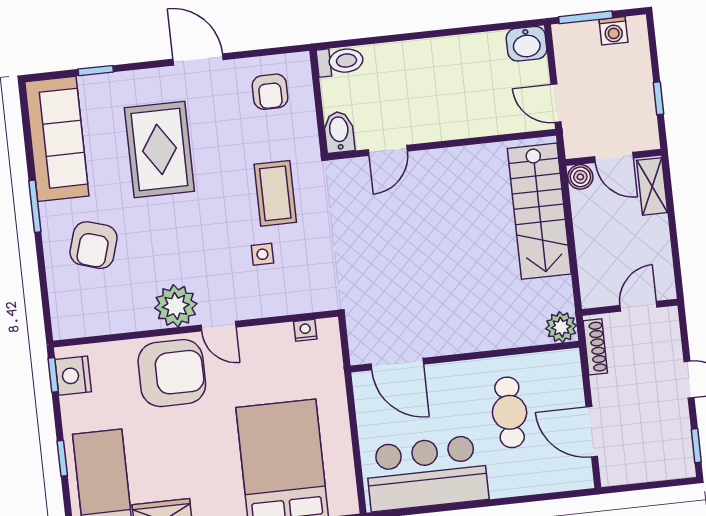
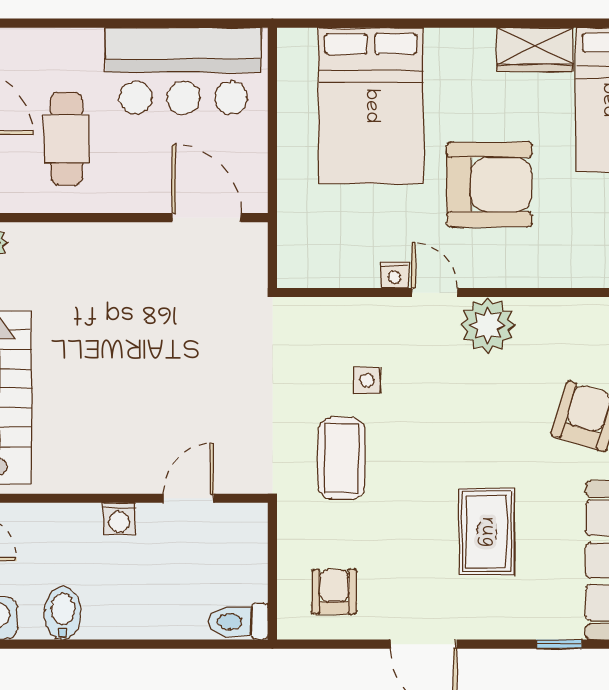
washing machine: (438, 129) -> (119, 519), added
bidet: (339, 132) -> (63, 613), moved, turned 180
rug: (159, 149) -> (487, 532), width x0.73, depth x0.70
nightstand: (305, 330) -> (395, 275), moved
armchair: (172, 373) -> (489, 184), moved, turned 180

